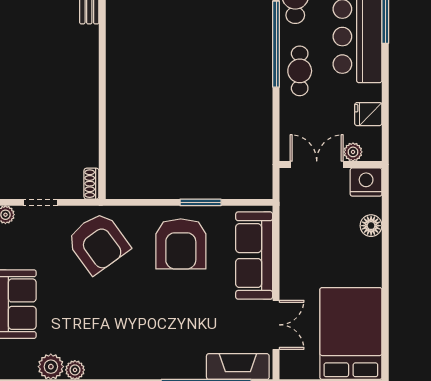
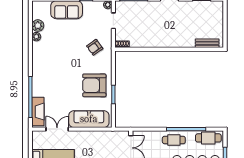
armchair: (98, 243) -> (95, 47), width x0.53, depth x0.53
double door: (276, 325) -> (57, 129), swing flipped

